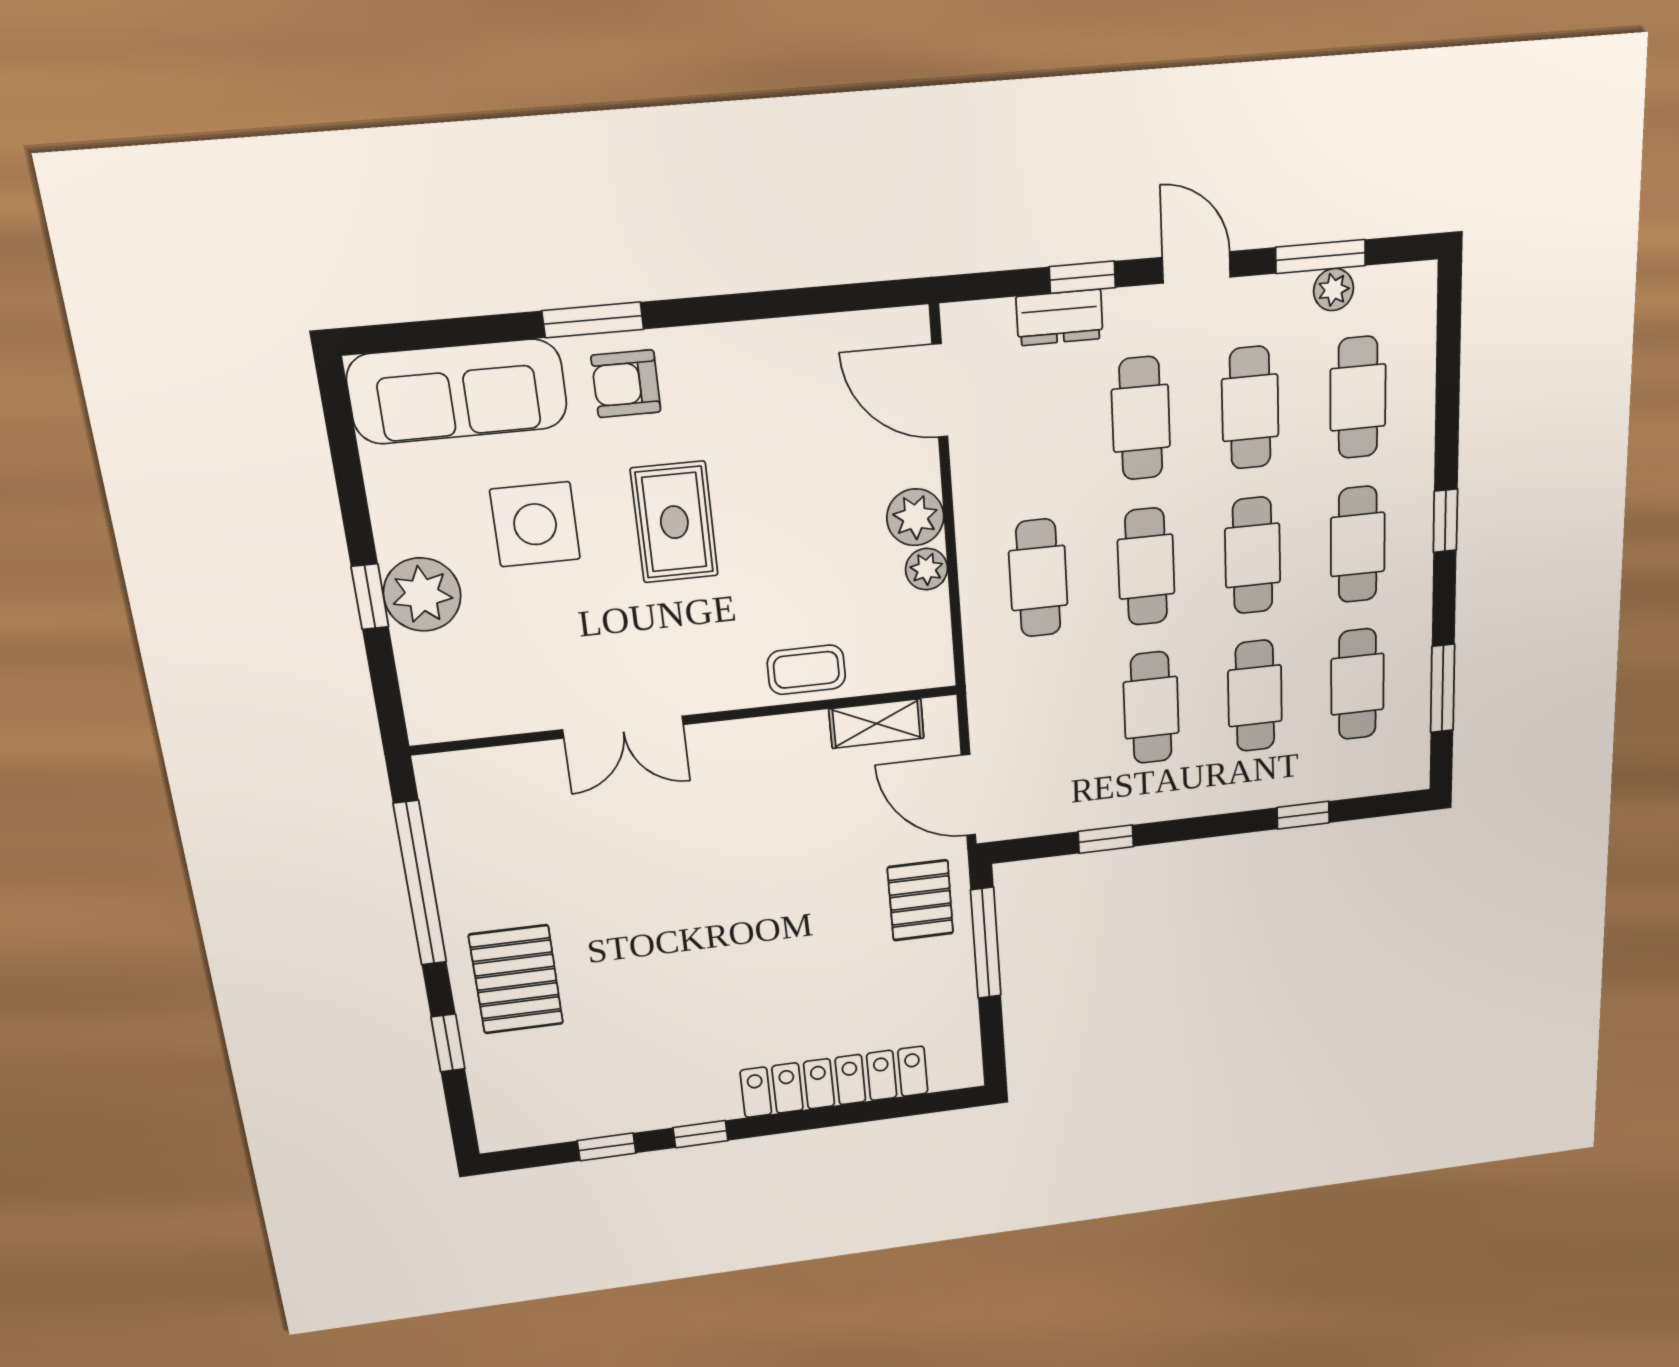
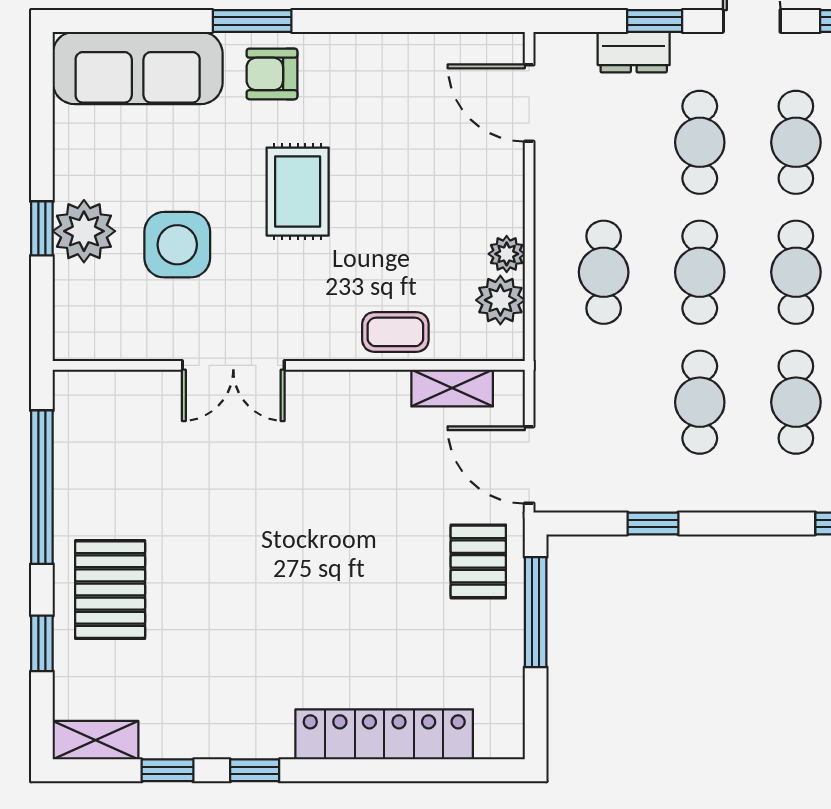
plant: (915, 517) -> (500, 300), moved
side table: (535, 524) -> (177, 245), moved
shelving: (524, 1129) -> (96, 740), added

